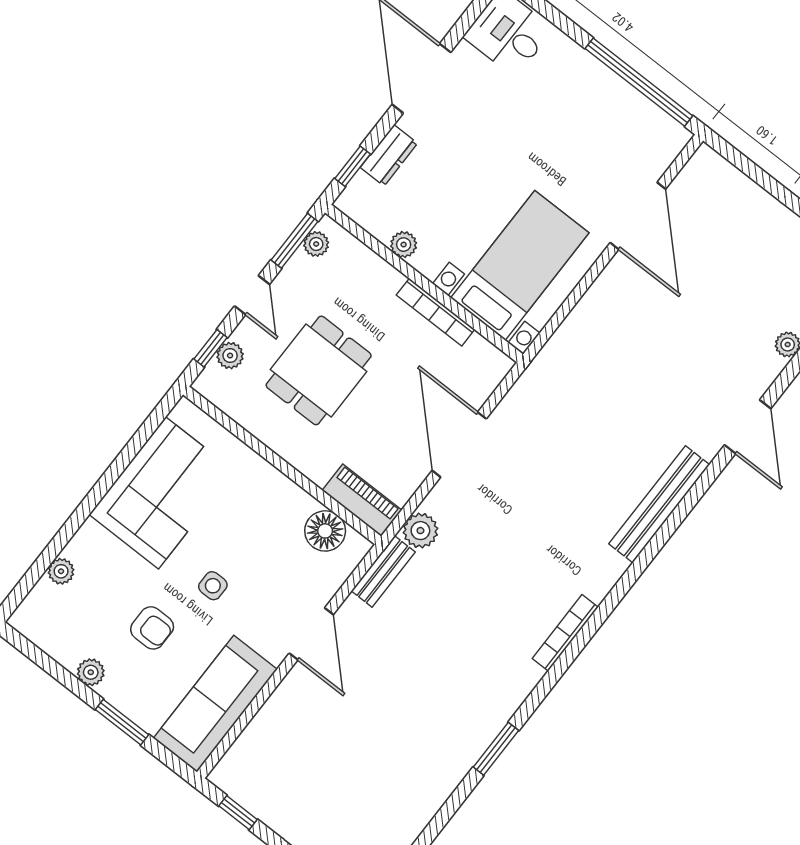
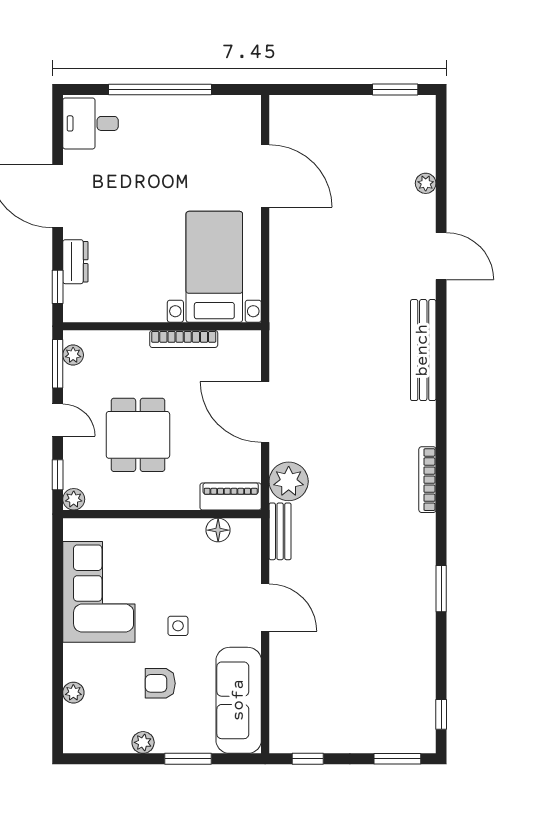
window: (639, 82) -> (160, 90), moved
plant: (404, 245) -> (129, 312), removed
plant: (230, 356) -> (74, 499), moved
floor lamp: (325, 531) -> (218, 530), width x0.73, depth x0.73
plant: (420, 531) -> (289, 481), width x1.36, depth x1.36
armchair: (152, 628) -> (160, 683), turned 180

